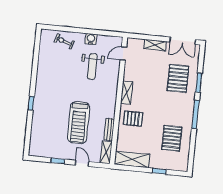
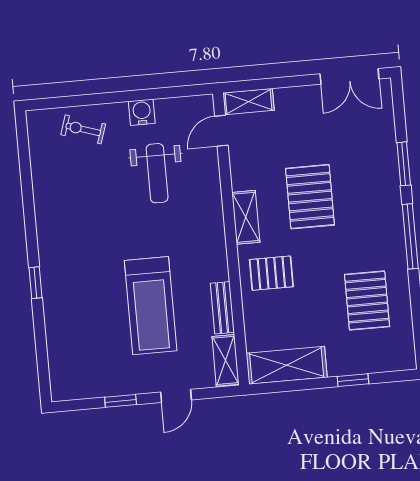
shelving: (155, 45) -> (248, 102), moved
pallet: (178, 78) -> (310, 197), moved
door: (82, 163) -> (176, 396), swing flipped

